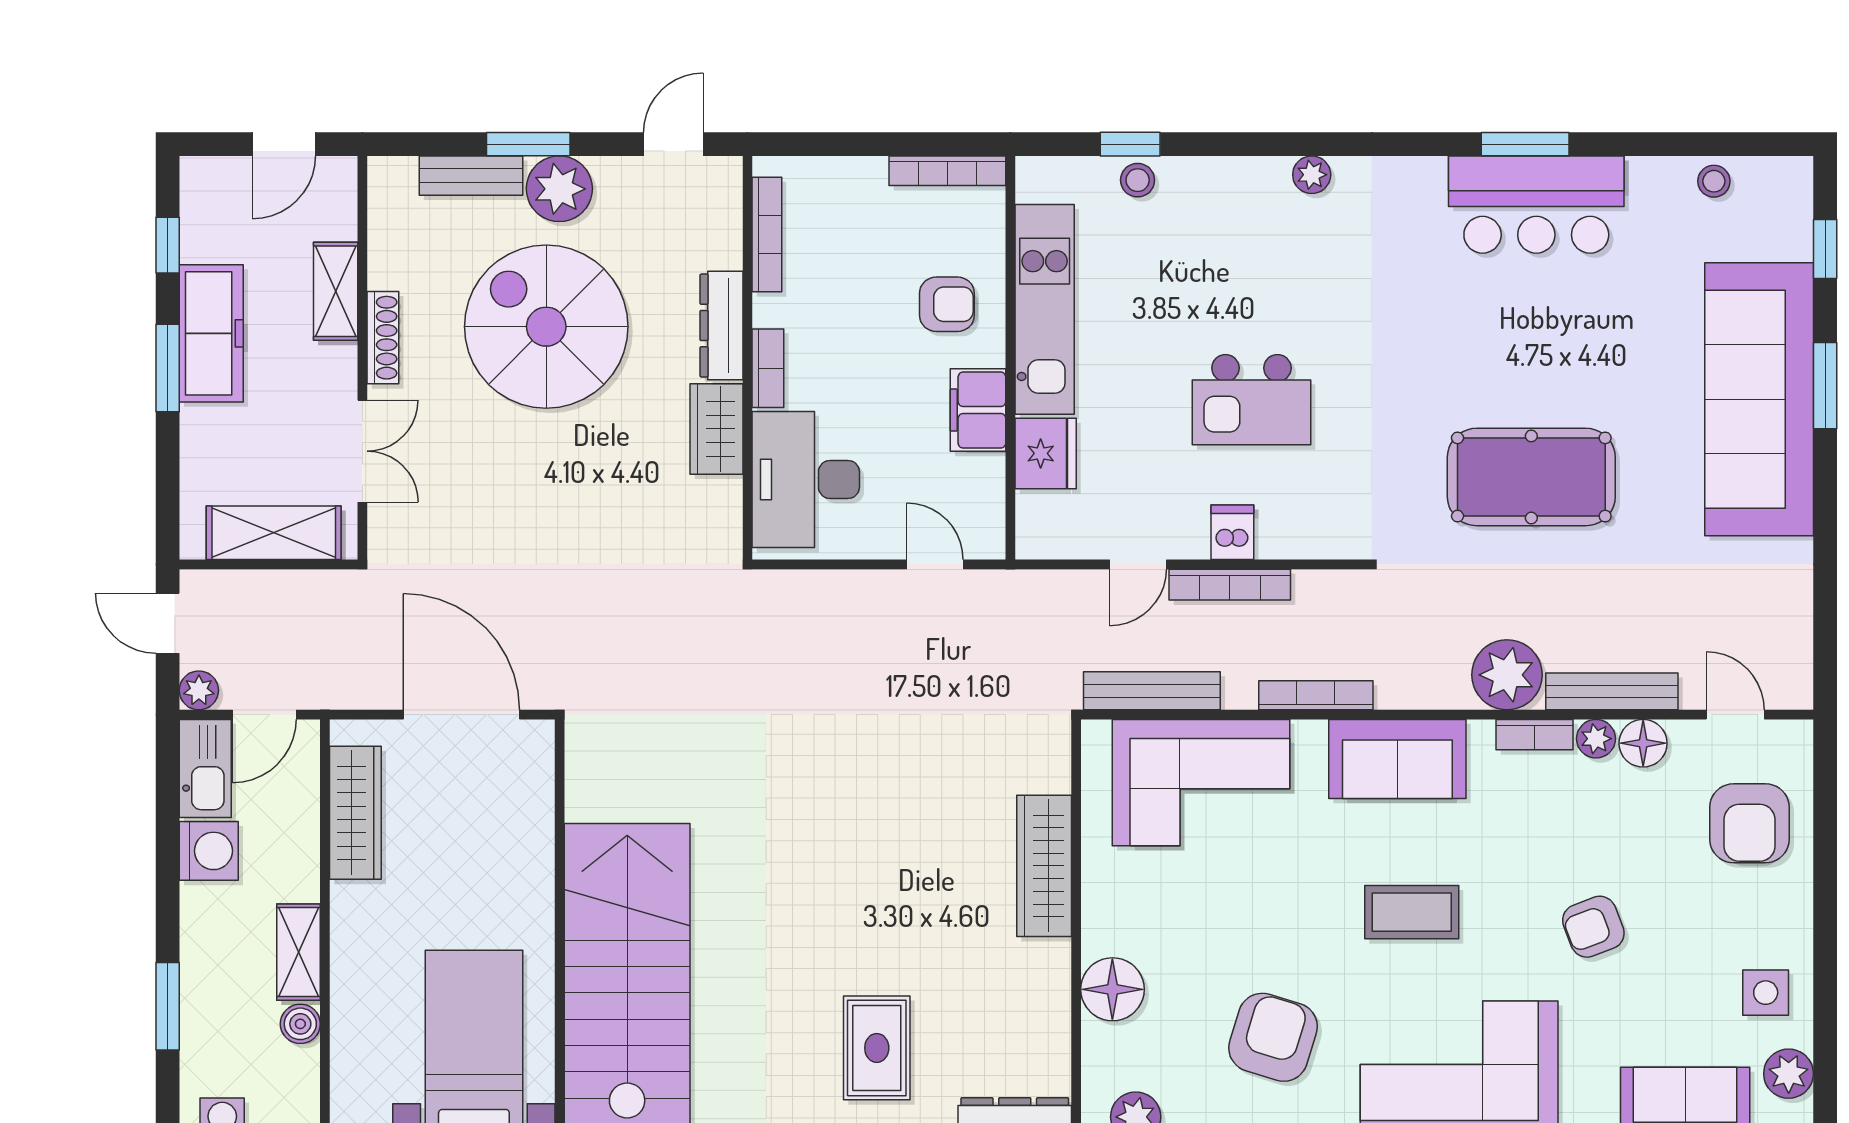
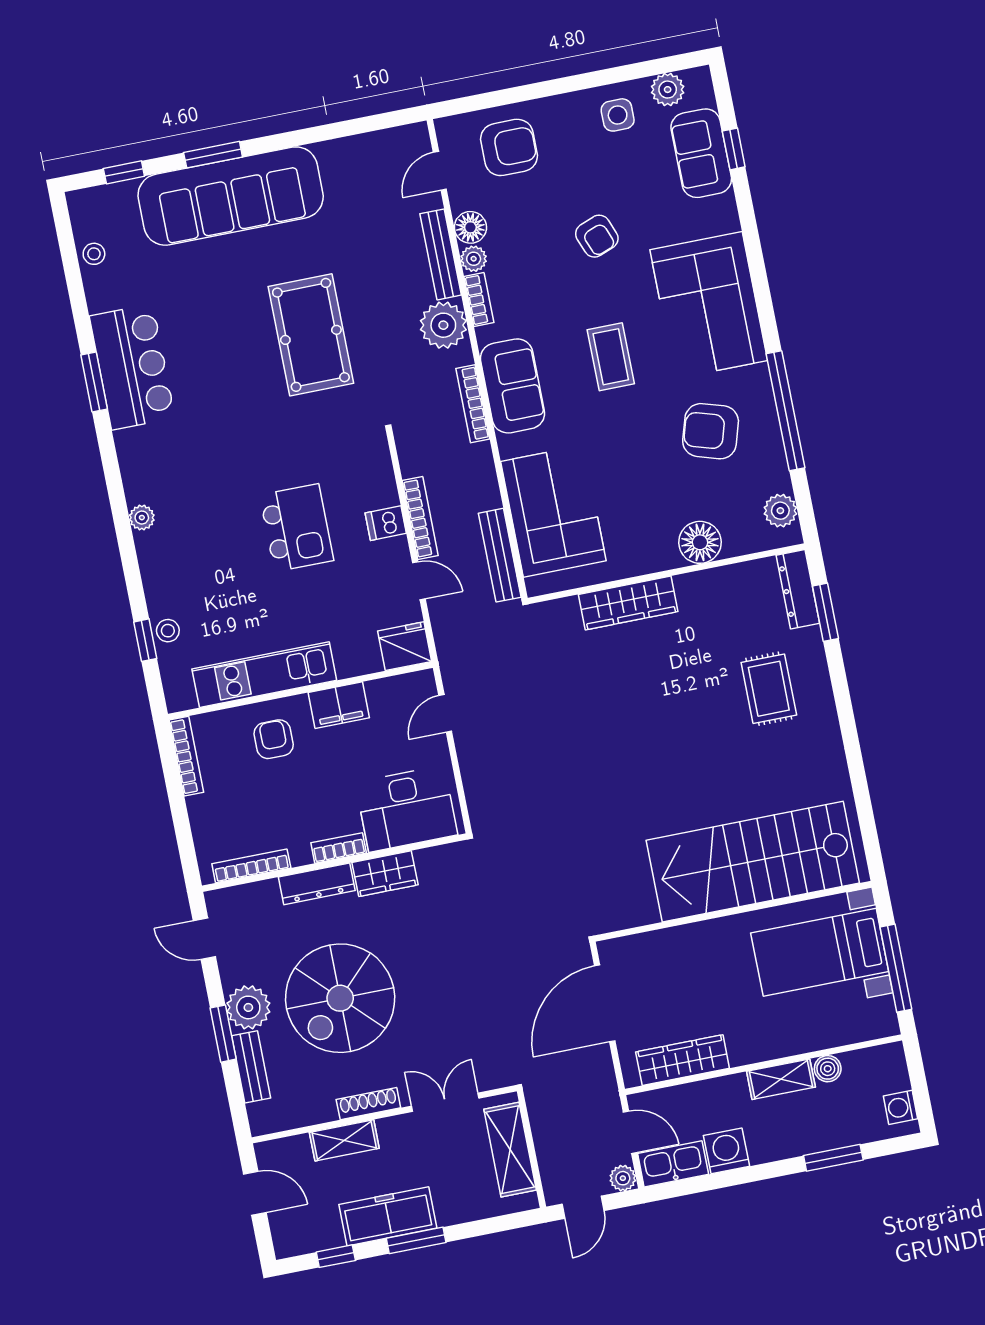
fridge: (1046, 453) -> (405, 646), moved
bookcase: (1316, 695) -> (473, 404), moved
rug: (877, 1048) -> (769, 689), turned 90

